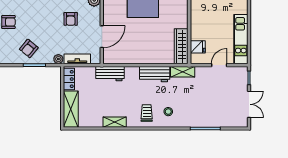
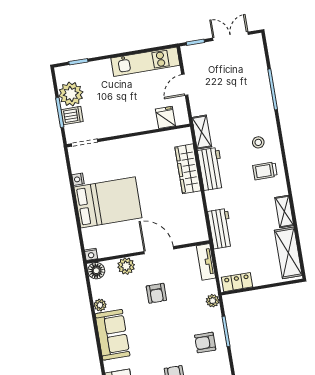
armchair: (71, 19) -> (156, 293), turned 90
door: (102, 37) -> (159, 250), moved
wardrobe: (181, 46) -> (188, 169), moved, turned 90
armchair: (29, 48) -> (205, 343), turned 140
tv unit: (77, 59) -> (206, 262), moved
door: (219, 65) -> (185, 85), hinge flipped
shelving: (71, 109) -> (288, 253), moved, turned 90

